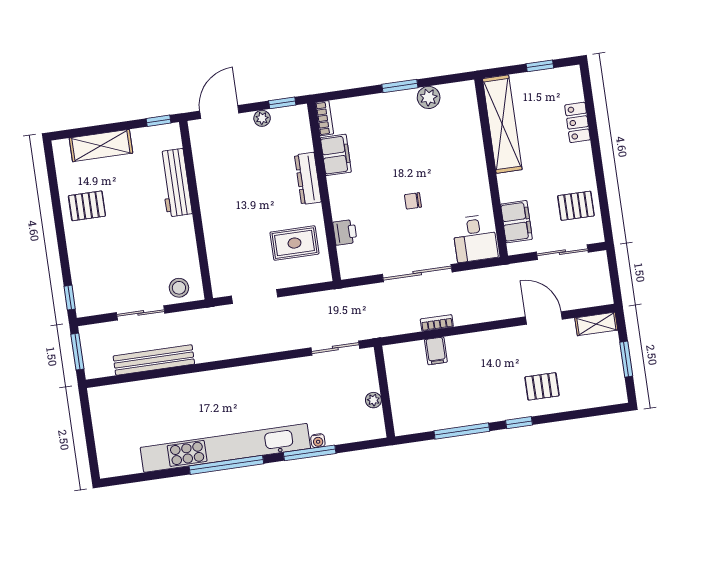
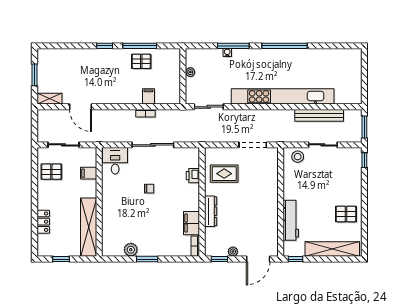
shelving: (101, 146) -> (332, 249), width x1.47
filing cabinet: (516, 222) -> (89, 173), width x0.50
pallet: (542, 386) -> (141, 61), moved
kitchen unit: (225, 448) -> (283, 96), moved, turned 180

